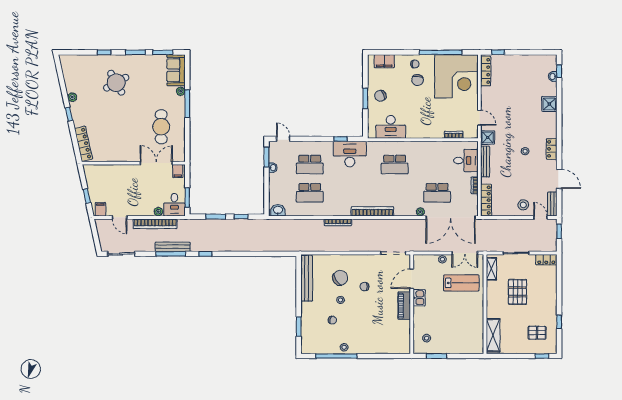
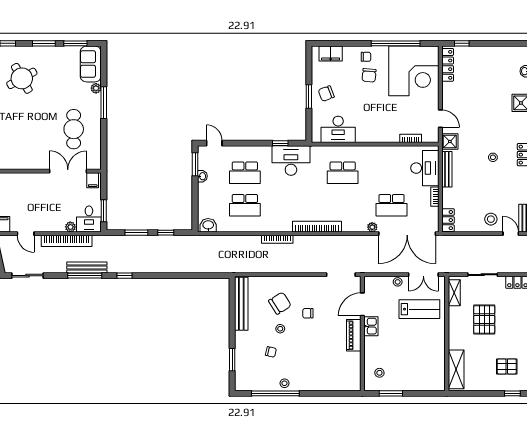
desk: (466, 160) -> (425, 168), width x1.37
locker: (486, 200) -> (448, 220), width x0.66

